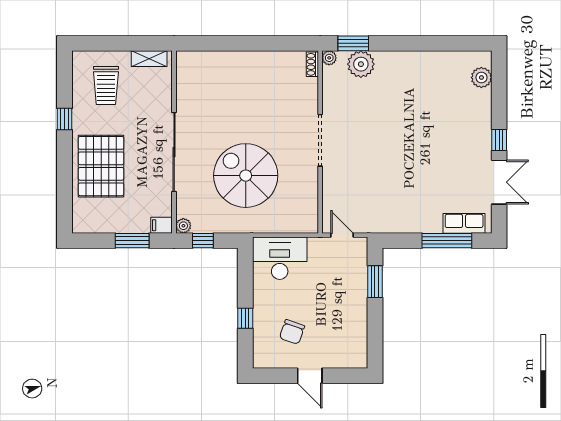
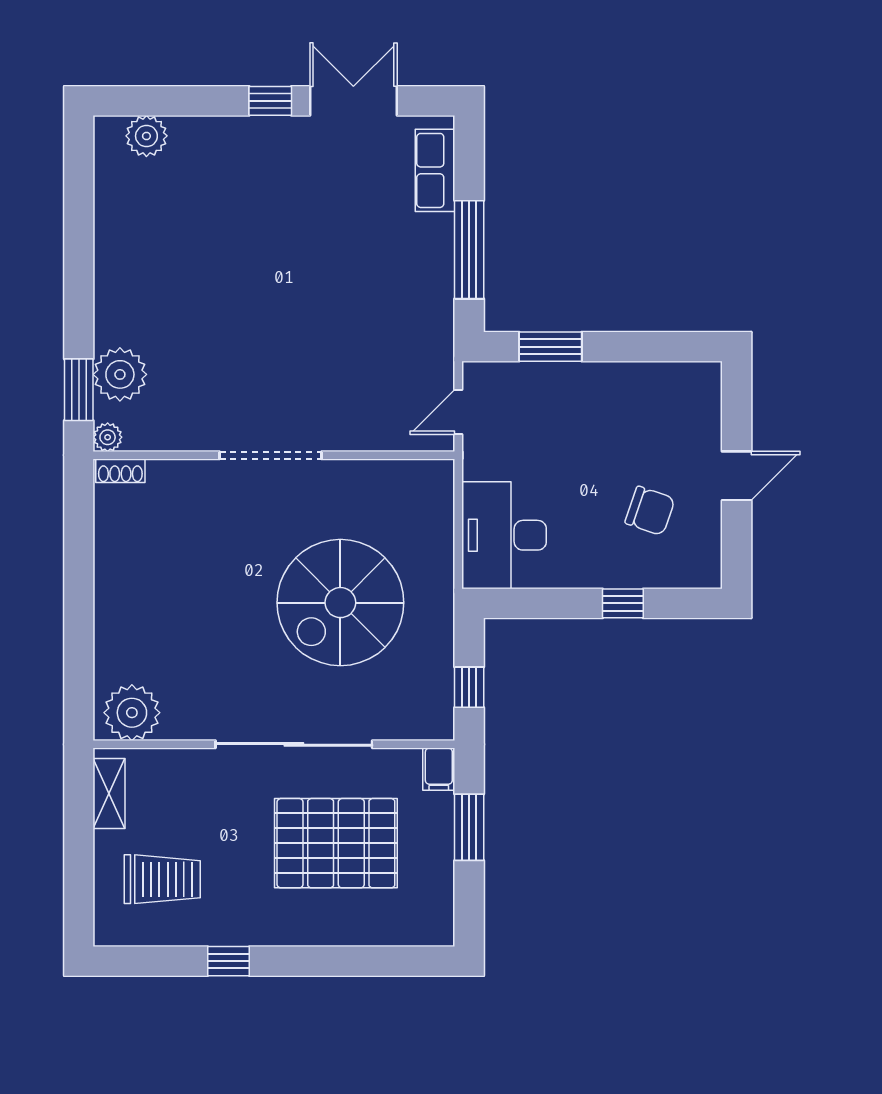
pallet: (101, 166) -> (336, 843), moved
plant: (183, 226) -> (132, 713), moved, width x1.87, depth x1.87
window: (447, 241) -> (469, 250), moved

